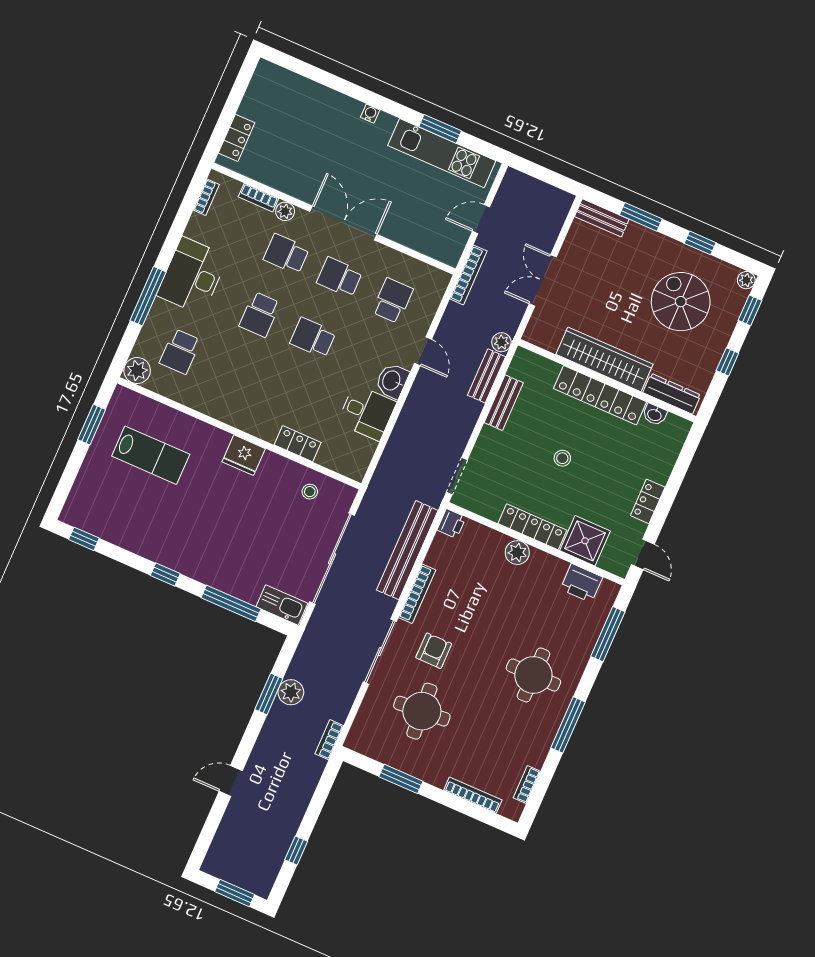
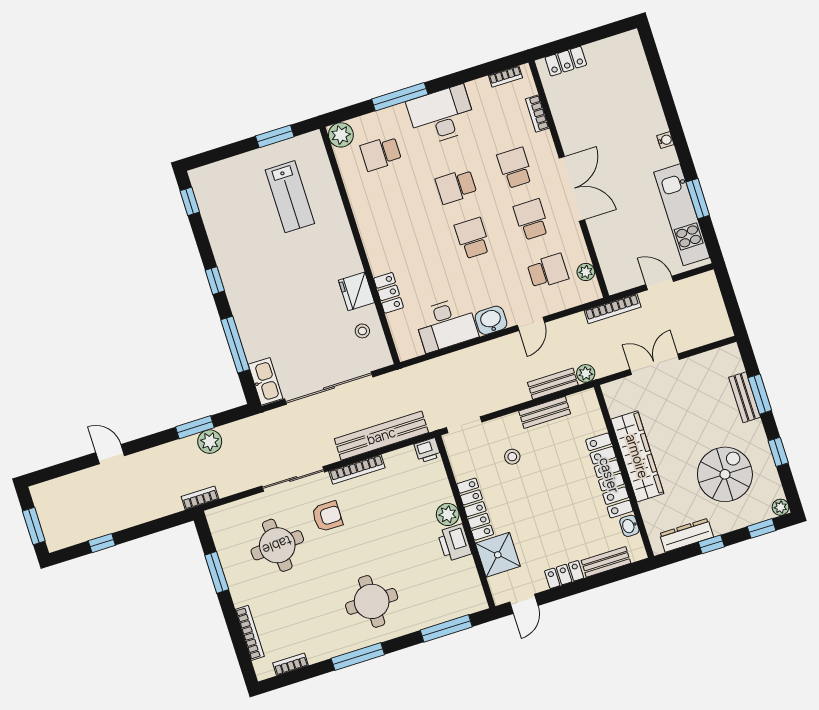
plant: (285, 211) -> (586, 272), moved
bench: (602, 218) -> (745, 397), moved
dresser: (672, 394) -> (686, 535), moved, turned -90
desk: (367, 412) -> (446, 324), width x1.37
fridge: (244, 455) -> (356, 291), moved
stool: (562, 458) -> (512, 457), moved
bench: (667, 459) -> (606, 562), added
printer: (581, 583) -> (454, 543), moved

